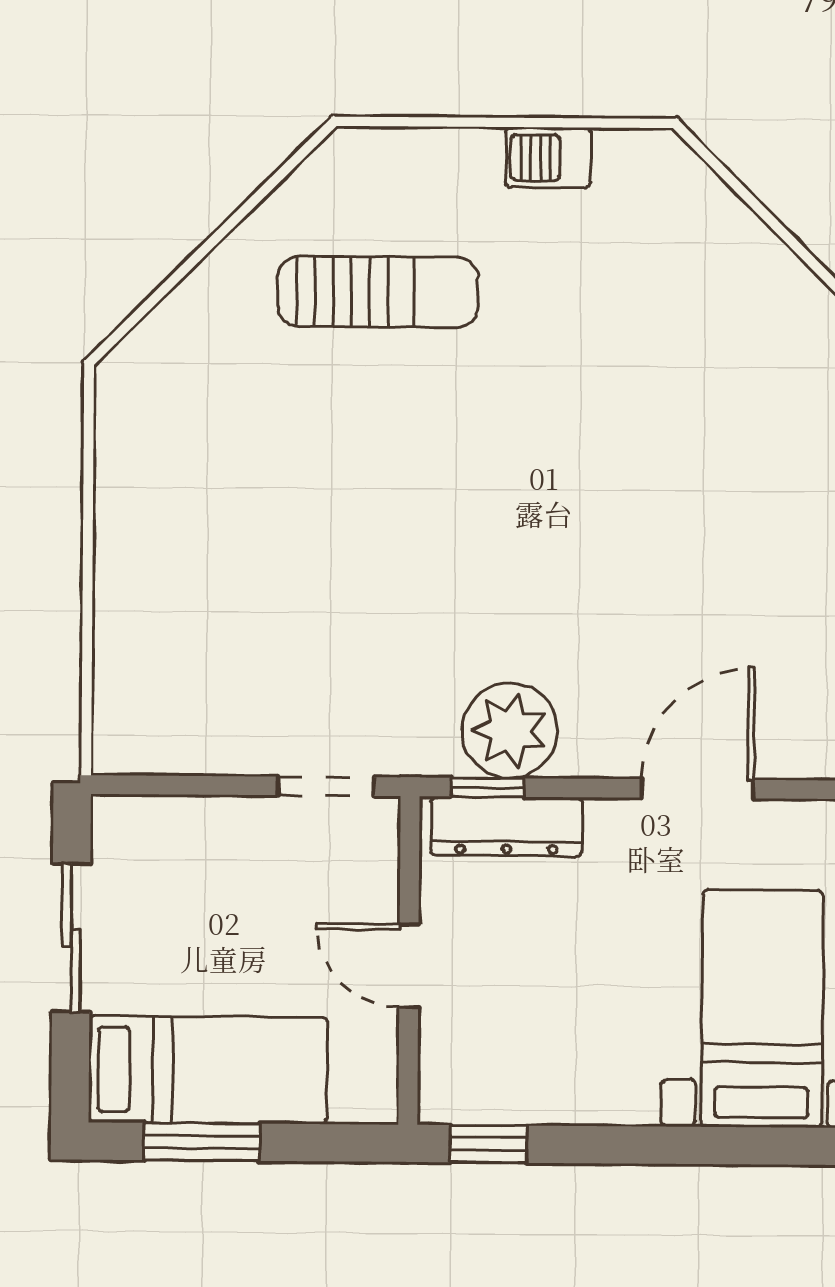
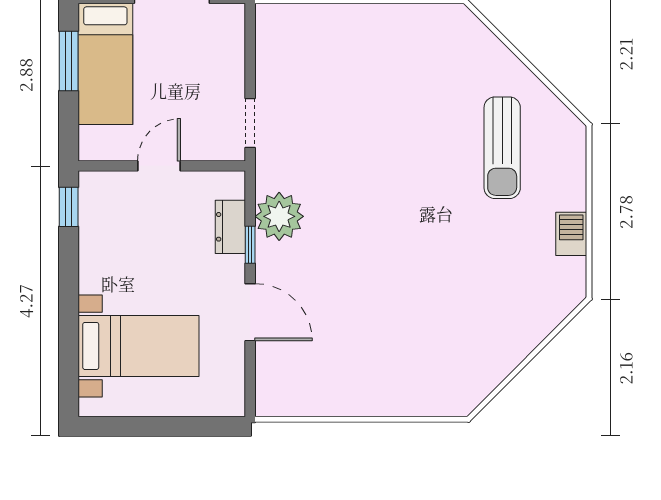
window: (488, 787) -> (250, 245), moved
dresser: (507, 826) -> (230, 227), width x0.70

